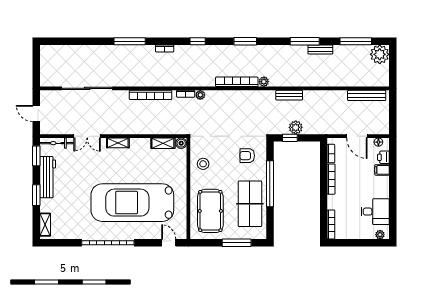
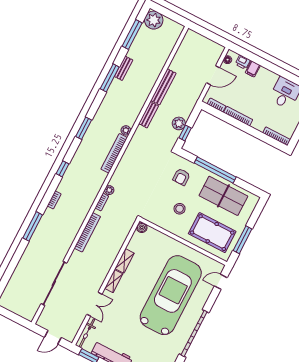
bench: (367, 95) -> (163, 87), moved
shelving: (163, 143) -> (125, 261), moved
stool: (203, 164) -> (180, 209), moved
car: (132, 203) -> (171, 295), turned 180
window: (237, 243) -> (243, 240), moved

